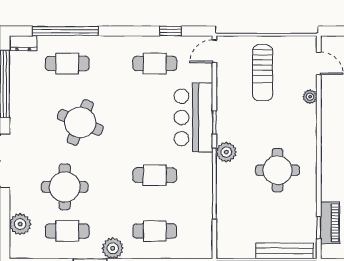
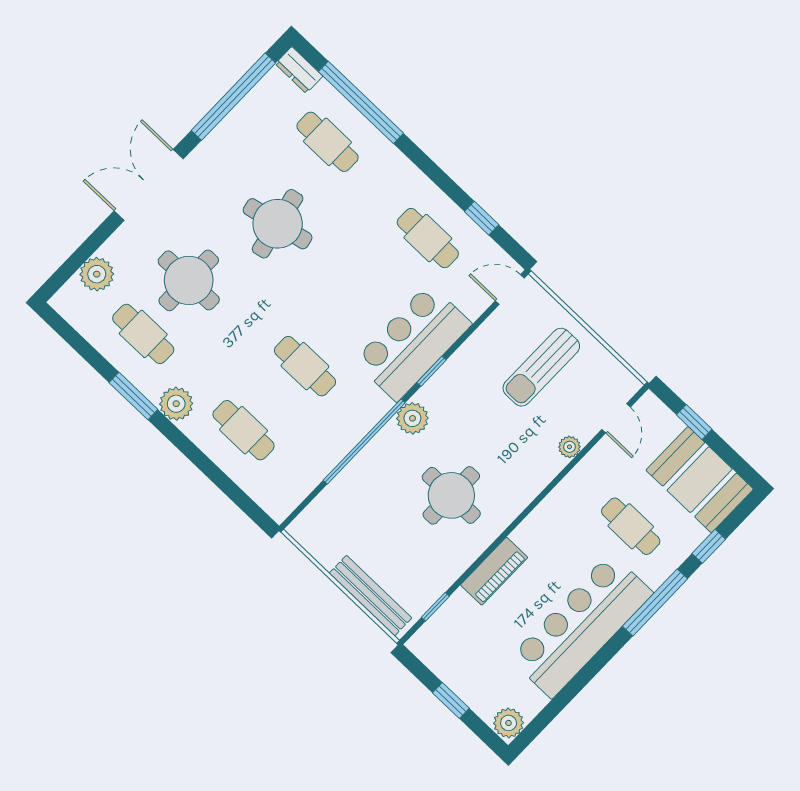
round table: (80, 122) -> (278, 224), turned -34
piano: (330, 223) -> (494, 571), moved

